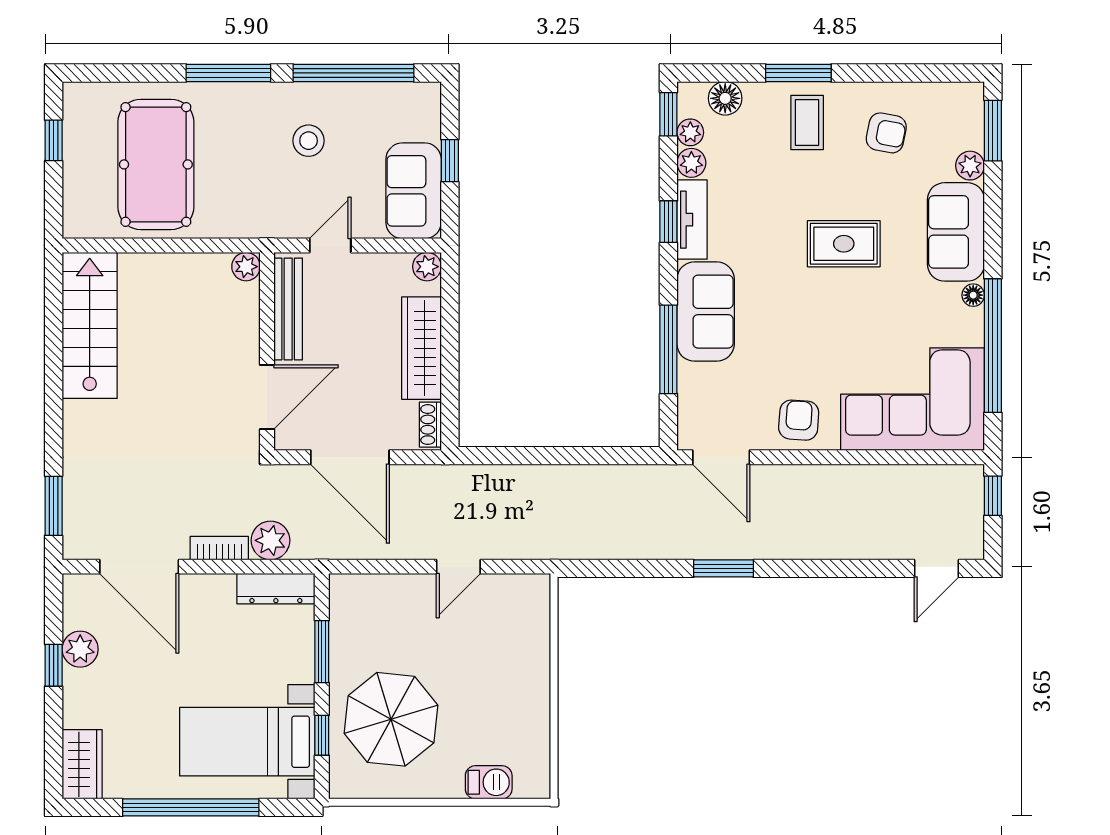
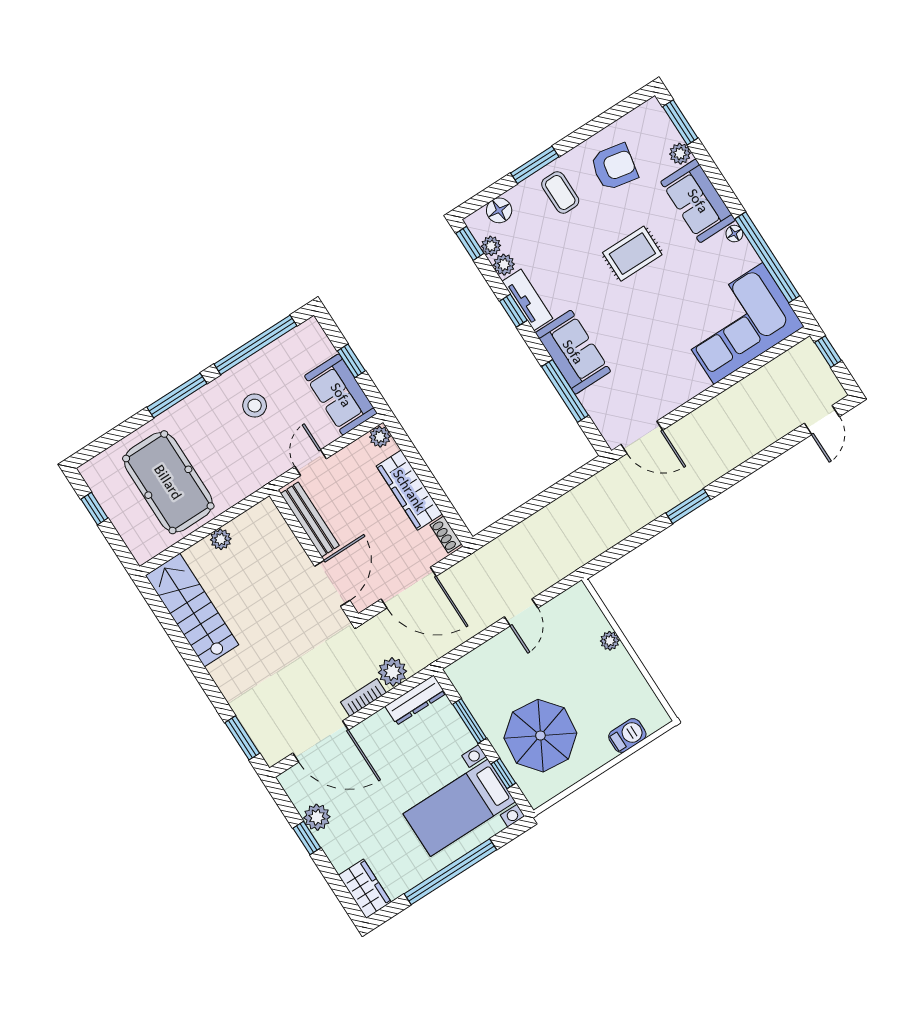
armchair: (886, 133) -> (614, 167), width x1.38, depth x1.38
plant: (246, 267) -> (221, 539), moved
armchair: (799, 420) -> (675, 383), removed
plant: (538, 663) -> (610, 641), added

